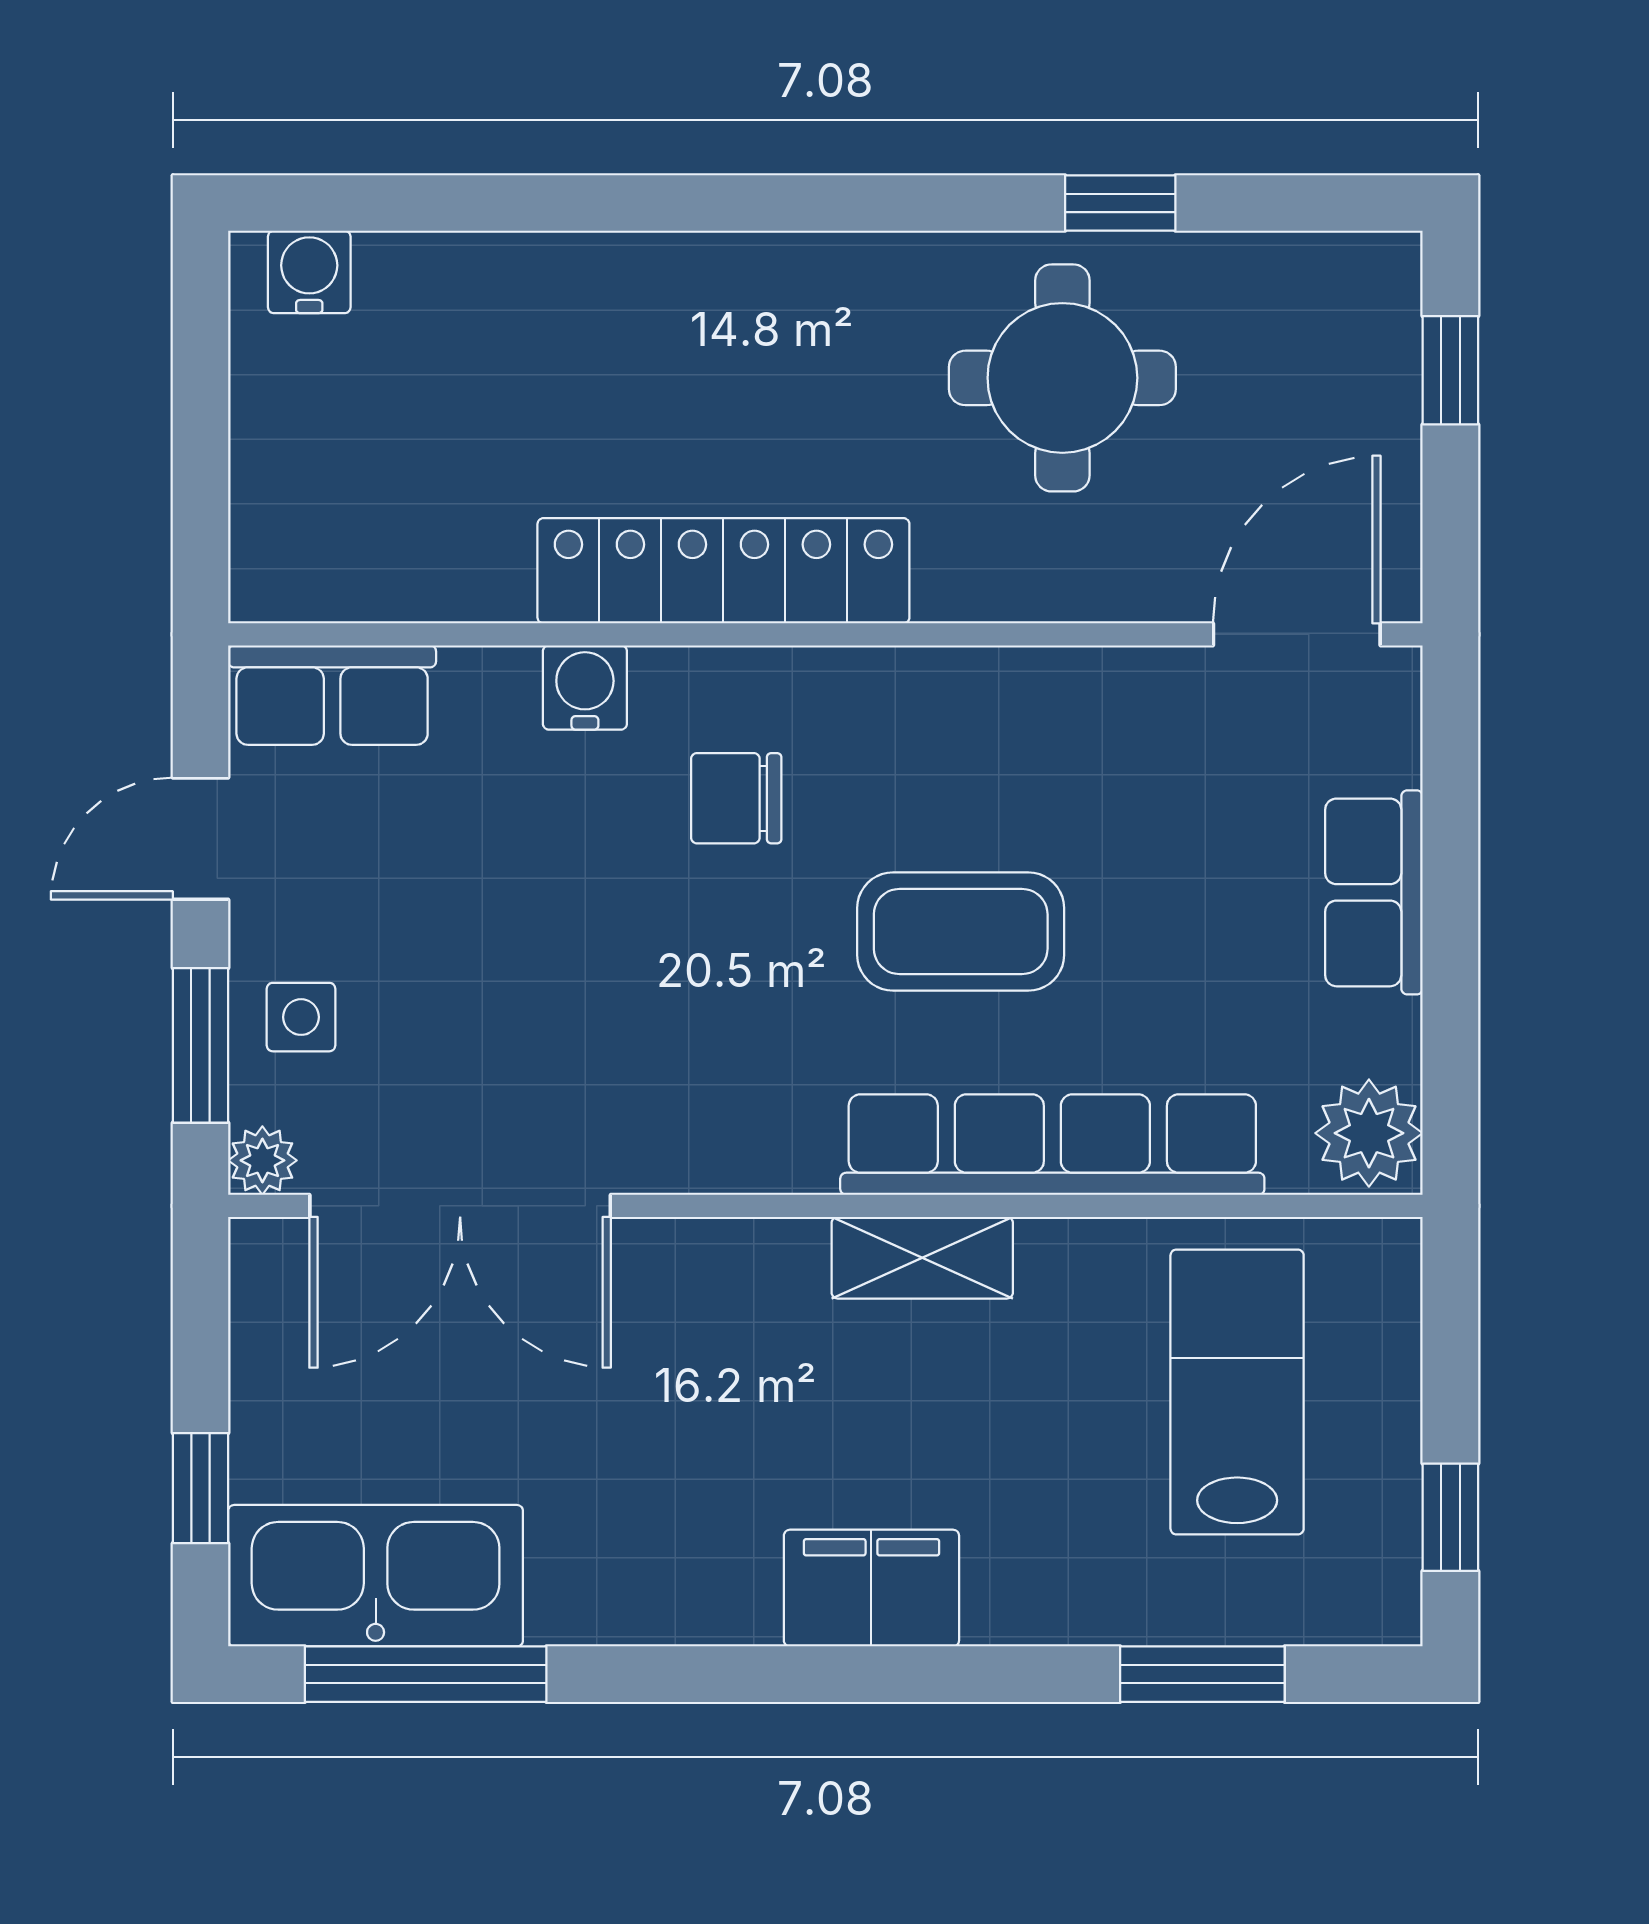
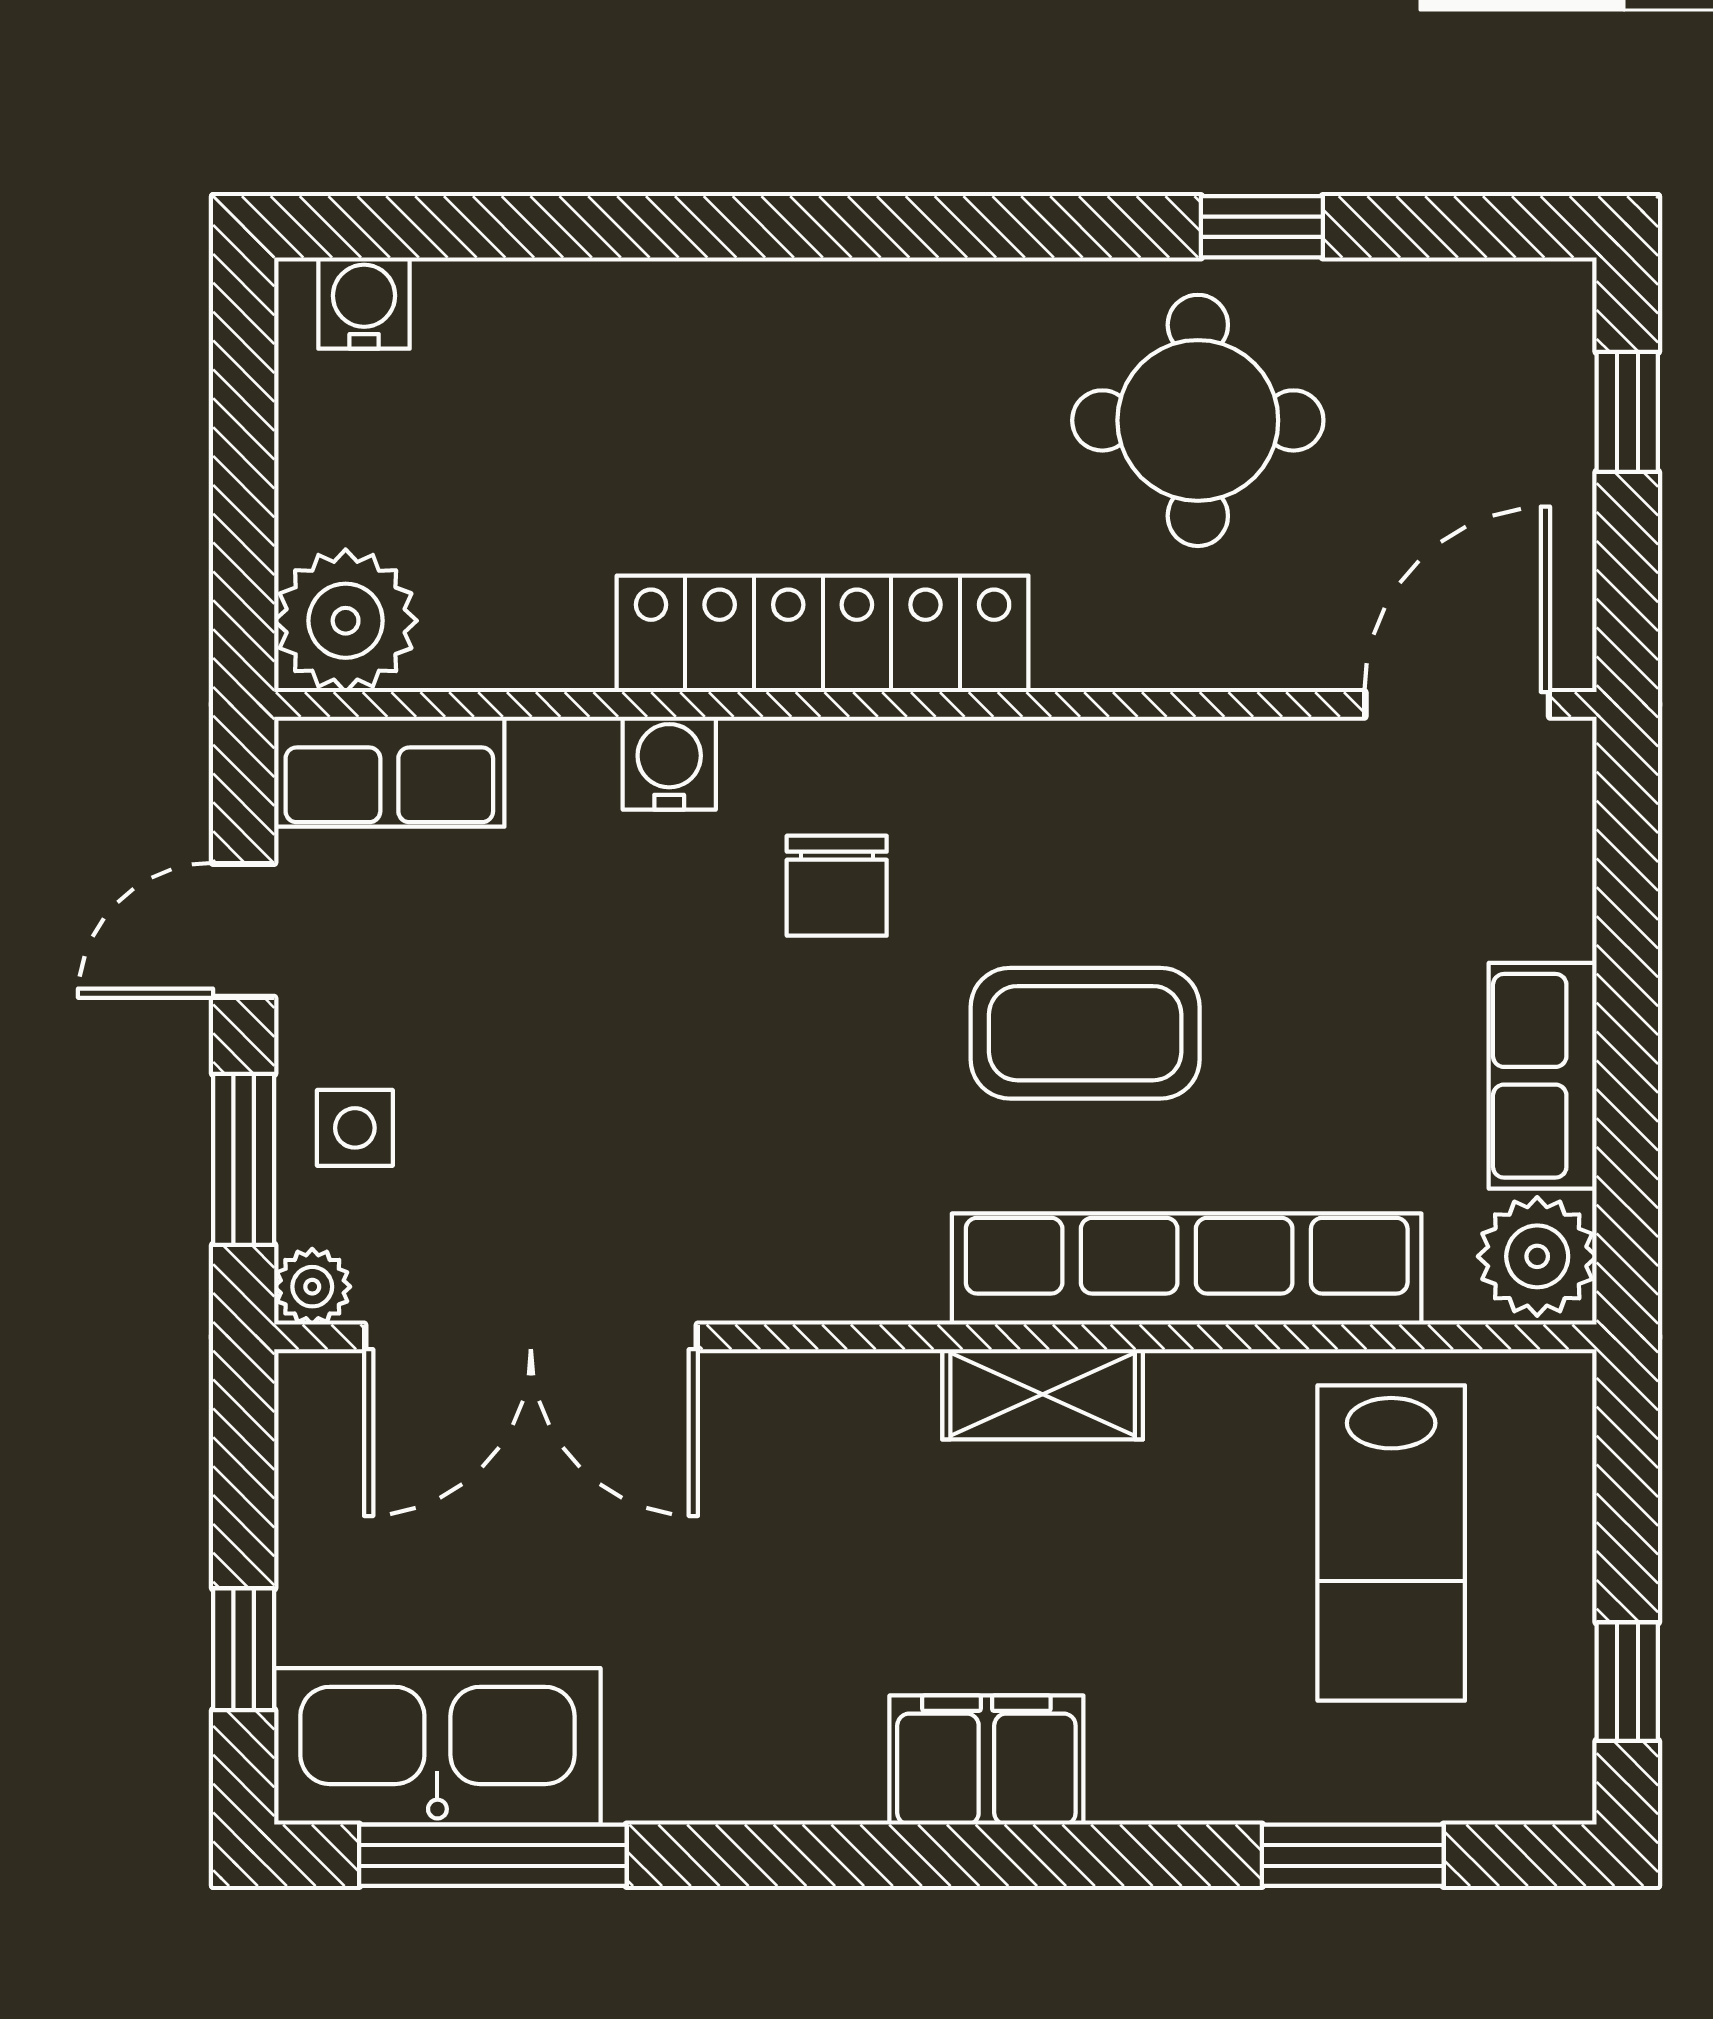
plant: (293, 559) -> (346, 621), added
chair: (736, 798) -> (837, 886), turned -90
row of seats: (1374, 892) -> (1543, 1076), moved
lab bench: (1237, 1392) -> (1391, 1543), turned 180

